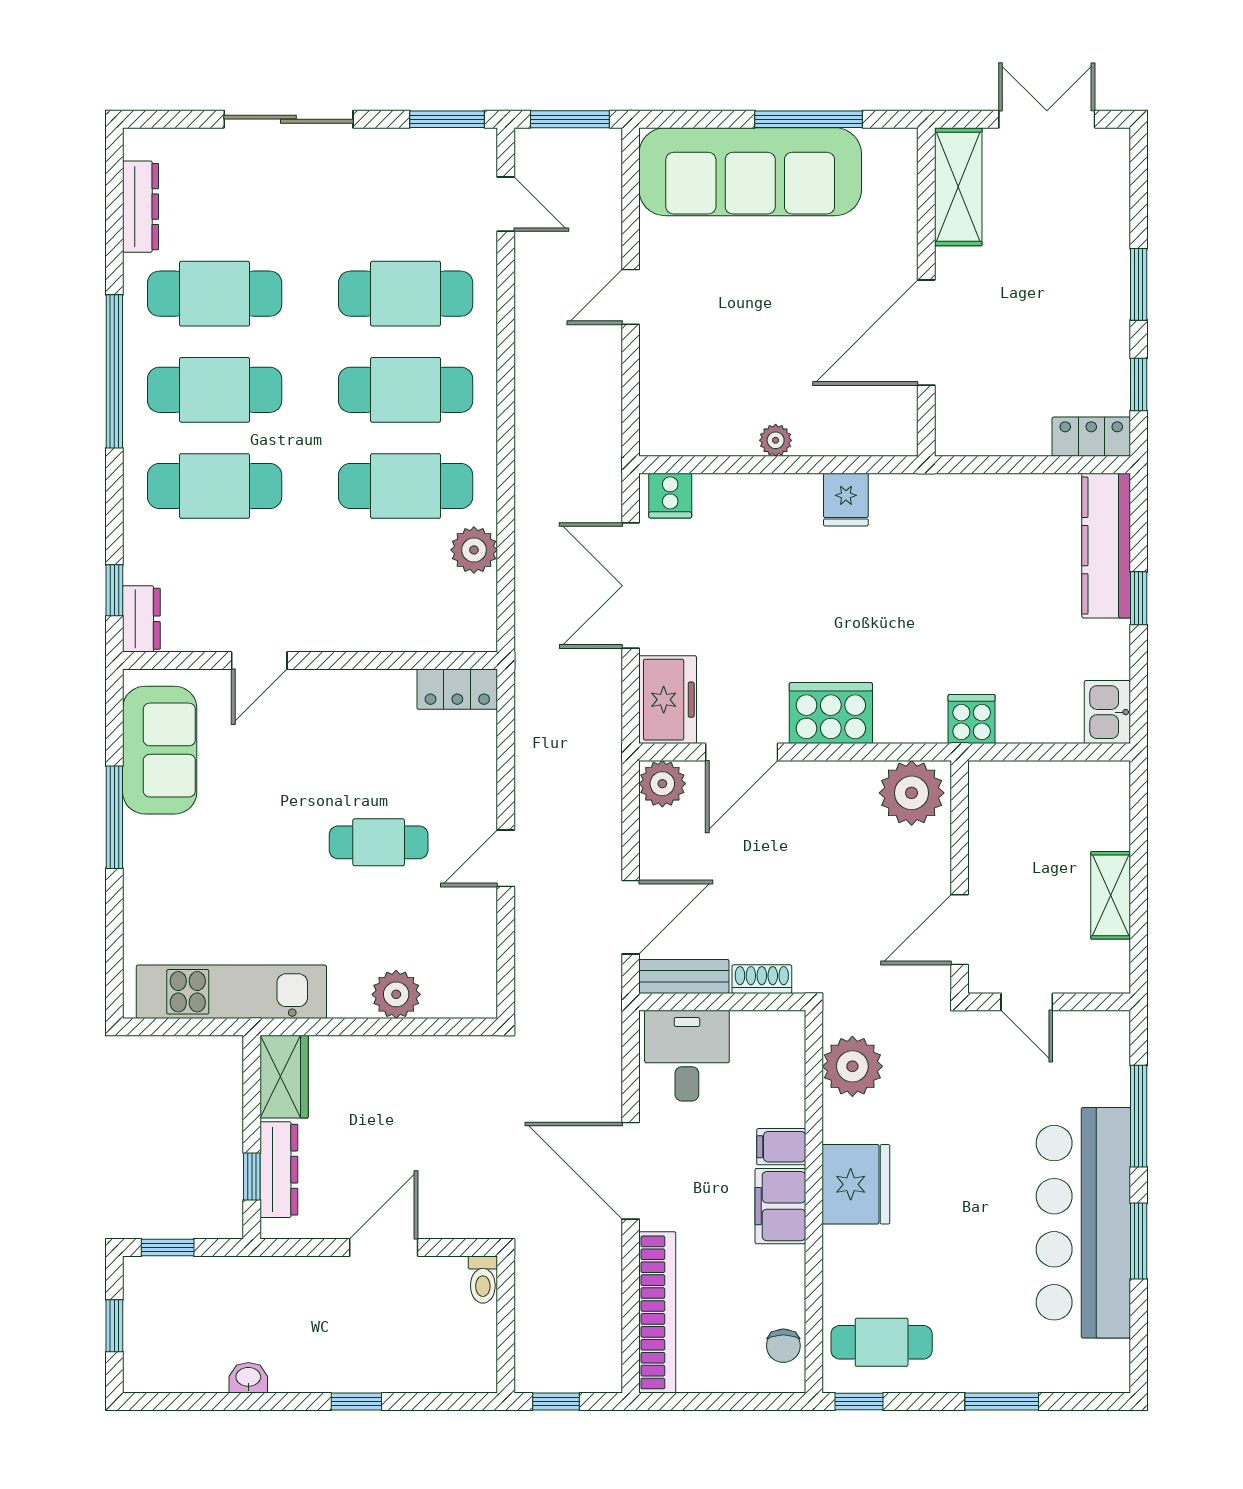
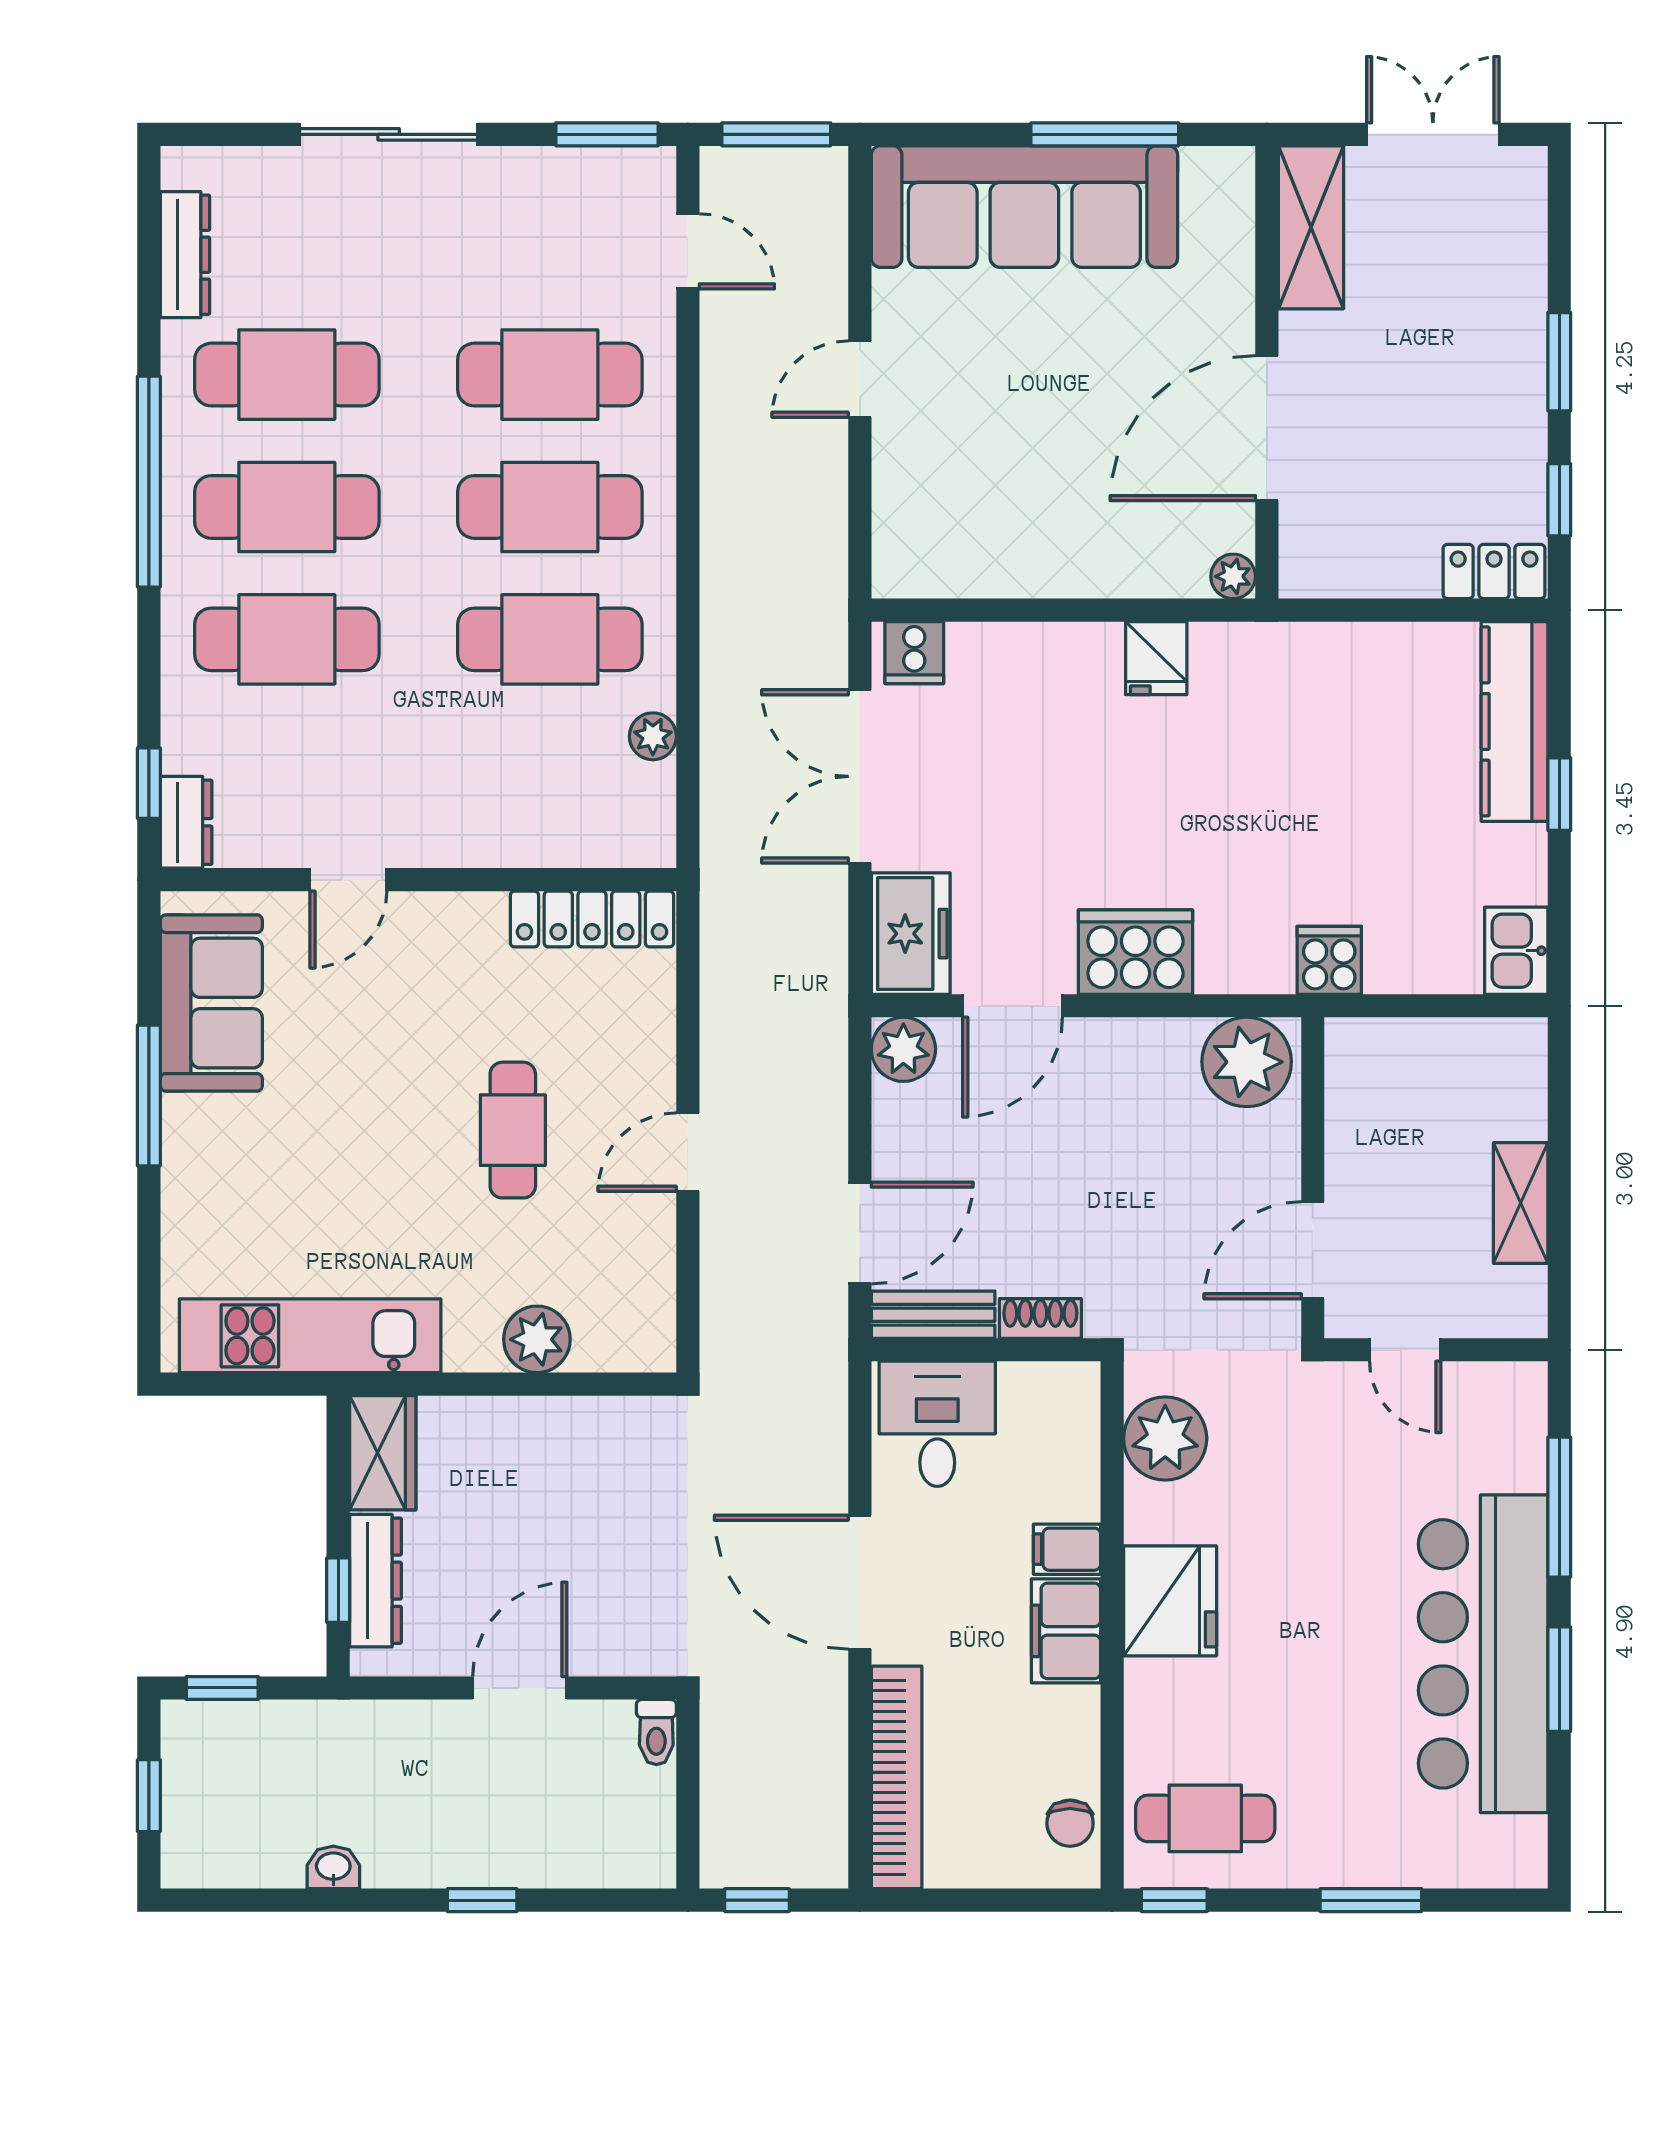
plant: (776, 440) -> (1233, 576), moved
plant: (474, 550) -> (653, 736), width x0.73, depth x0.73
locker: (457, 689) -> (592, 919), width x1.53
cafe table: (379, 842) -> (513, 1130), turned 90

